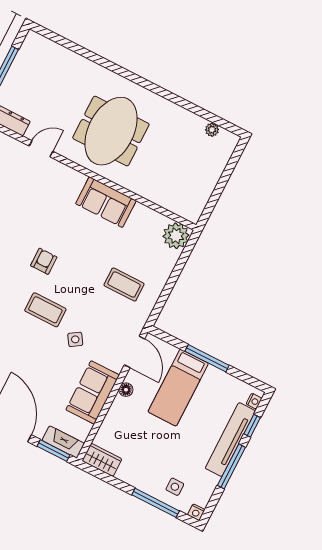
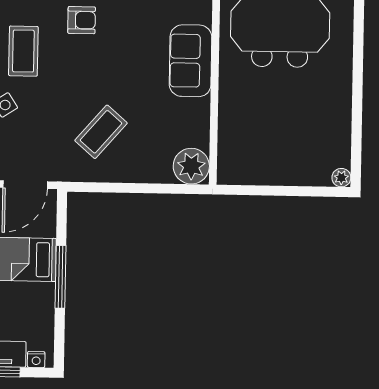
plant: (212, 130) -> (341, 178), moved
coffee table: (124, 284) -> (101, 132), turned 41

